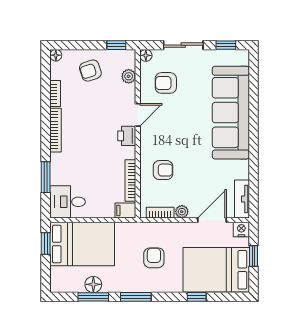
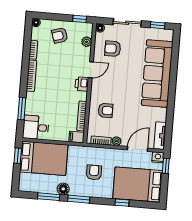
window: (254, 256) -> (166, 166), moved
floor lamp: (93, 284) -> (63, 189), moved

